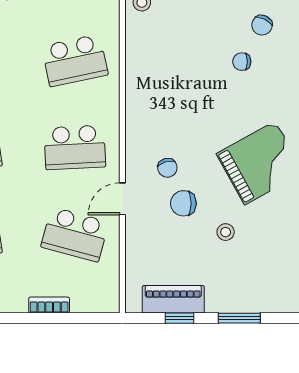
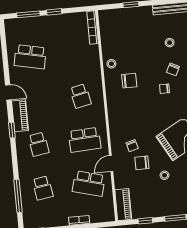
chair: (174, 39) -> (129, 81), added
school desk: (75, 60) -> (80, 96), width x0.54
piano: (173, 299) -> (123, 205), moved, turned 90

